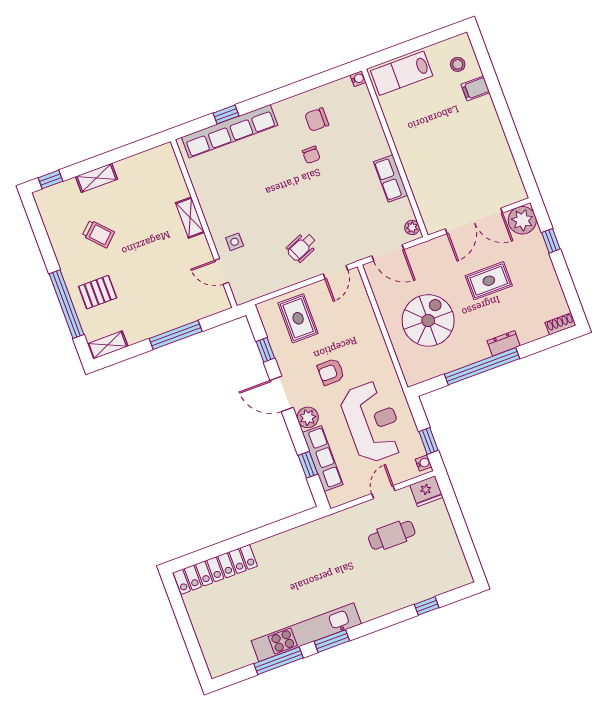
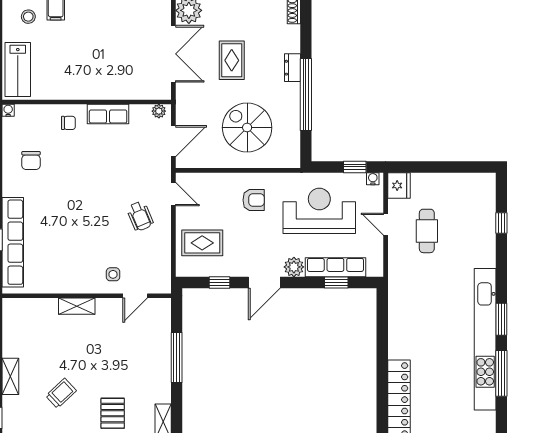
chair: (311, 155) -> (68, 123), moved
armchair: (331, 372) -> (254, 200), moved, turned -90
kitchen unit: (306, 632) -> (485, 339), width x1.36

